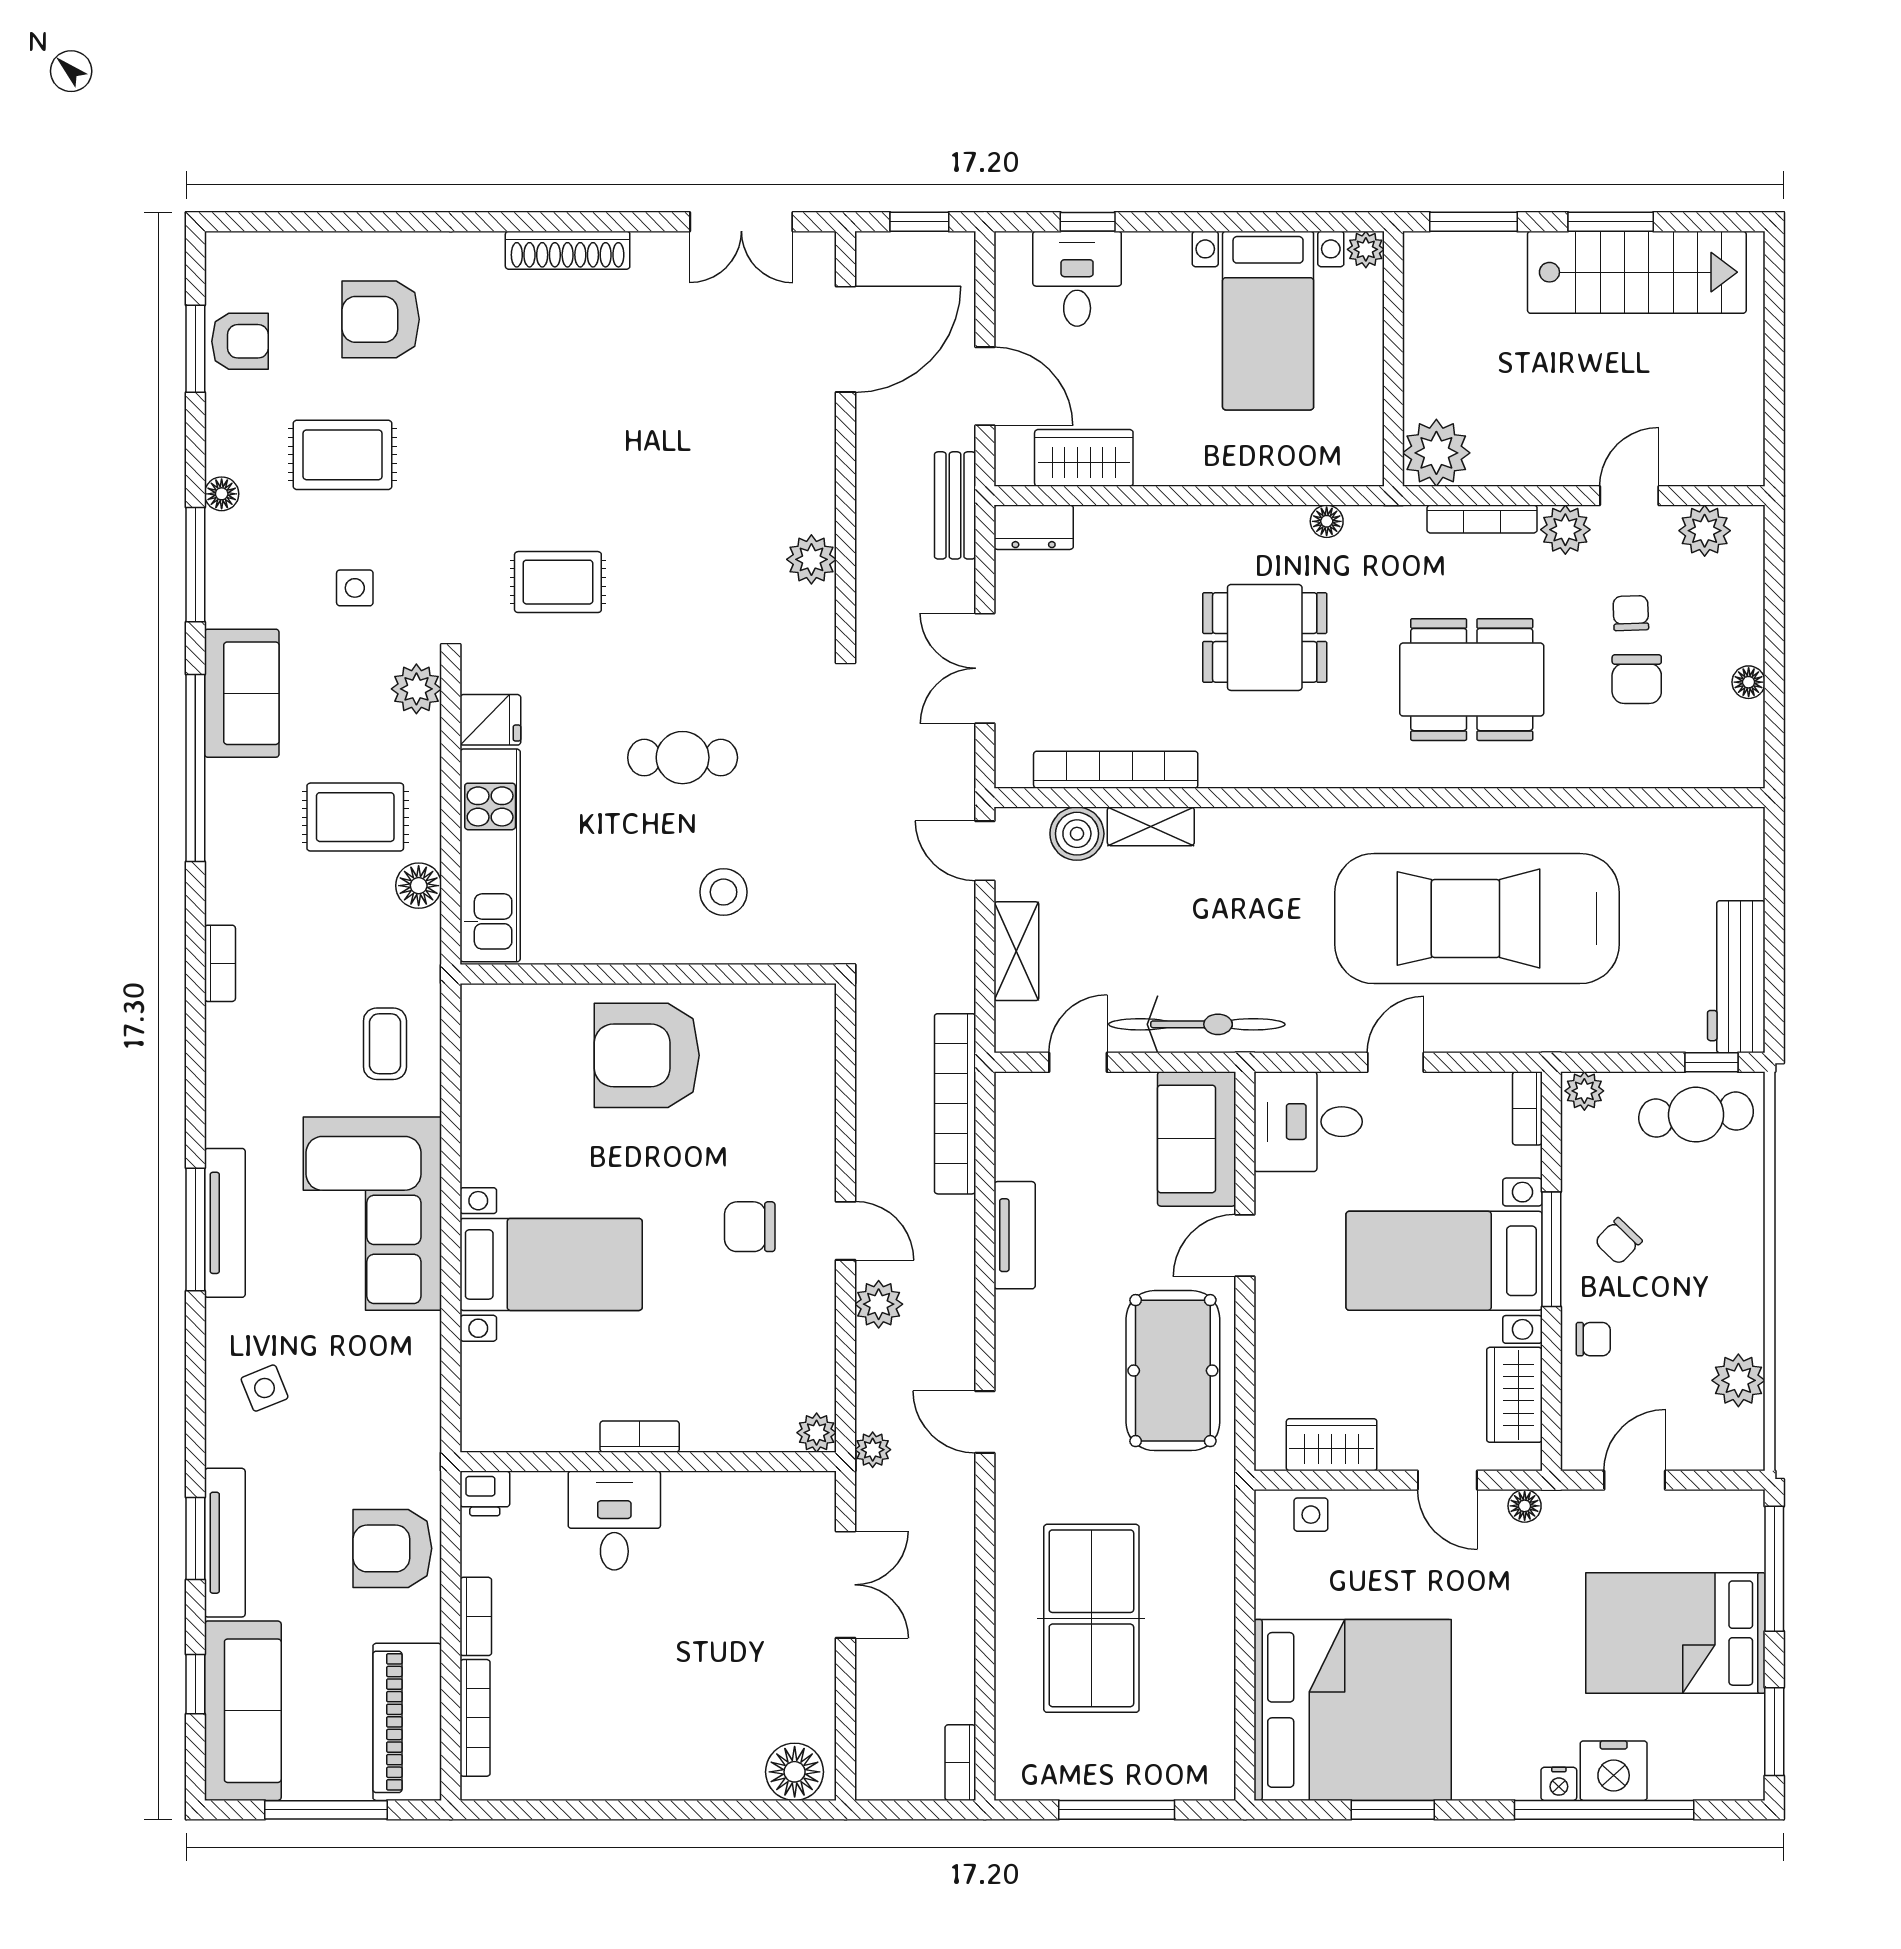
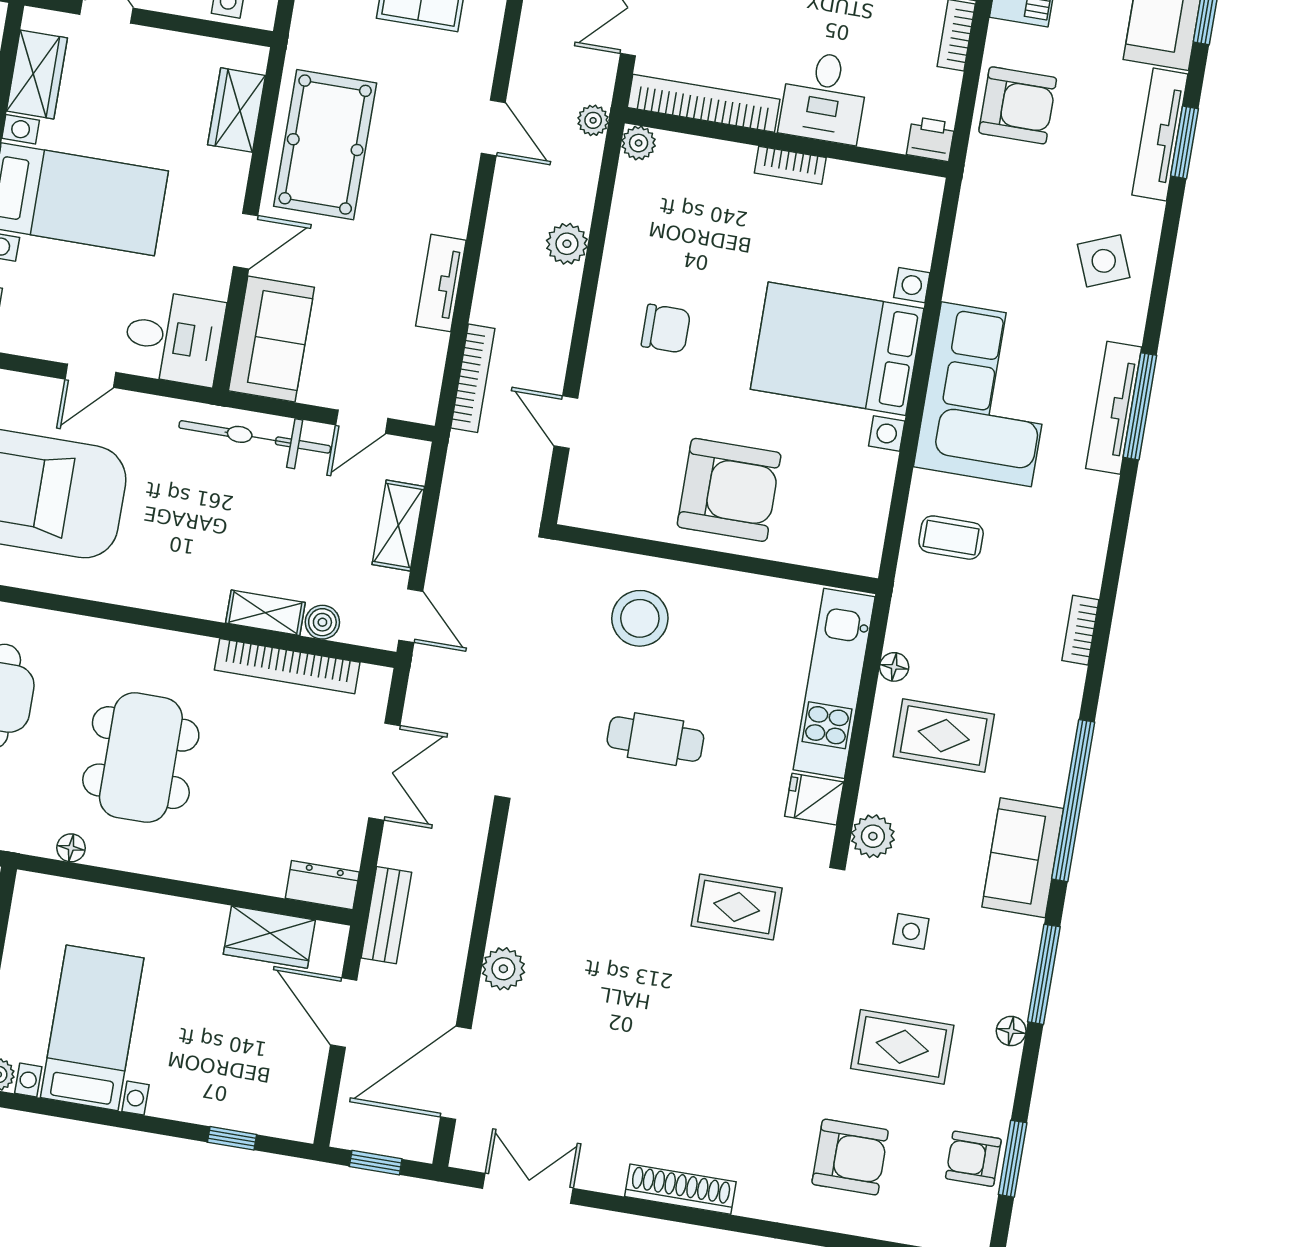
desk: (1077, 279) -> (249, 1091), removed
plant: (811, 559) -> (503, 969), moved
dining table: (1265, 637) -> (141, 758), width x1.38
boiler: (1077, 834) -> (322, 622), width x0.73, depth x0.73
floor lamp: (419, 886) -> (894, 667), width x0.73, depth x0.73
stool: (724, 892) -> (640, 618), width x1.38, depth x1.38
coffee table: (385, 1044) -> (951, 538), turned 90
bookcase: (955, 1104) -> (473, 378), width x0.68, depth x0.76
door: (845, 1231) -> (566, 422), moved
bed with nightstands: (551, 1264) -> (837, 349), width x1.36
side table: (265, 1388) -> (1104, 261), width x1.37, depth x1.37
wardrobe: (1332, 1445) -> (237, 110), moved, turned 90
bookcase: (750, 1490) -> (704, 103), added

